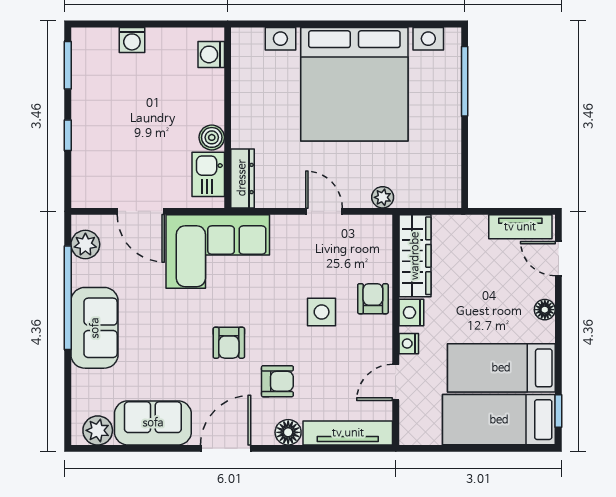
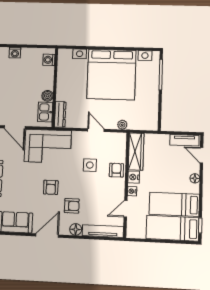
side table: (322, 312) -> (90, 165), moved

